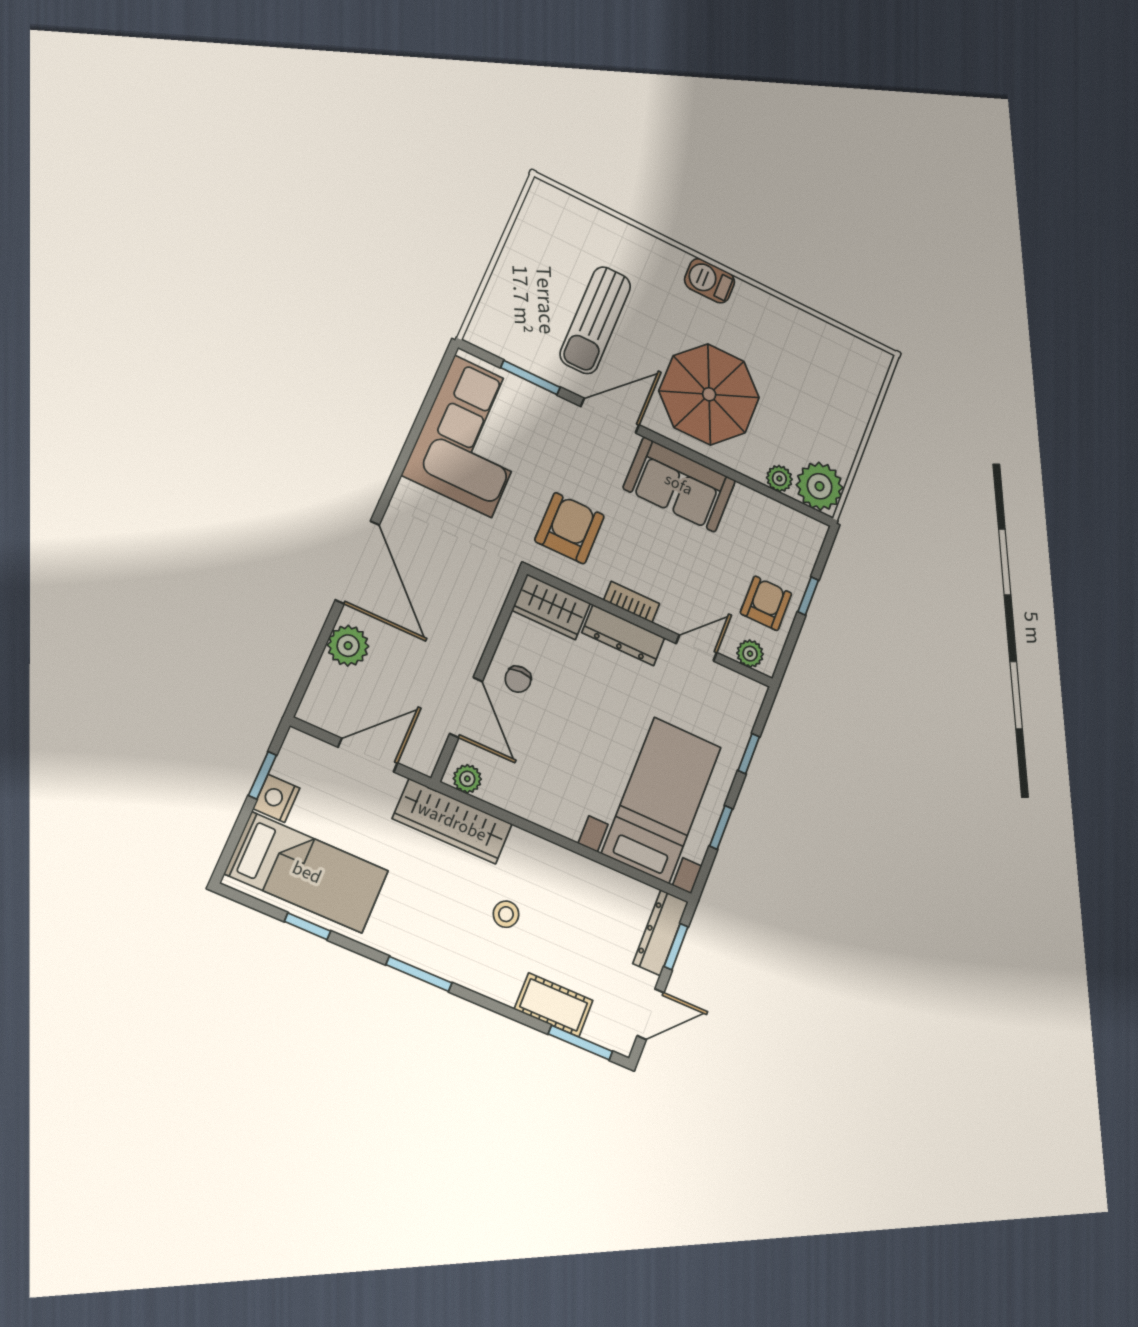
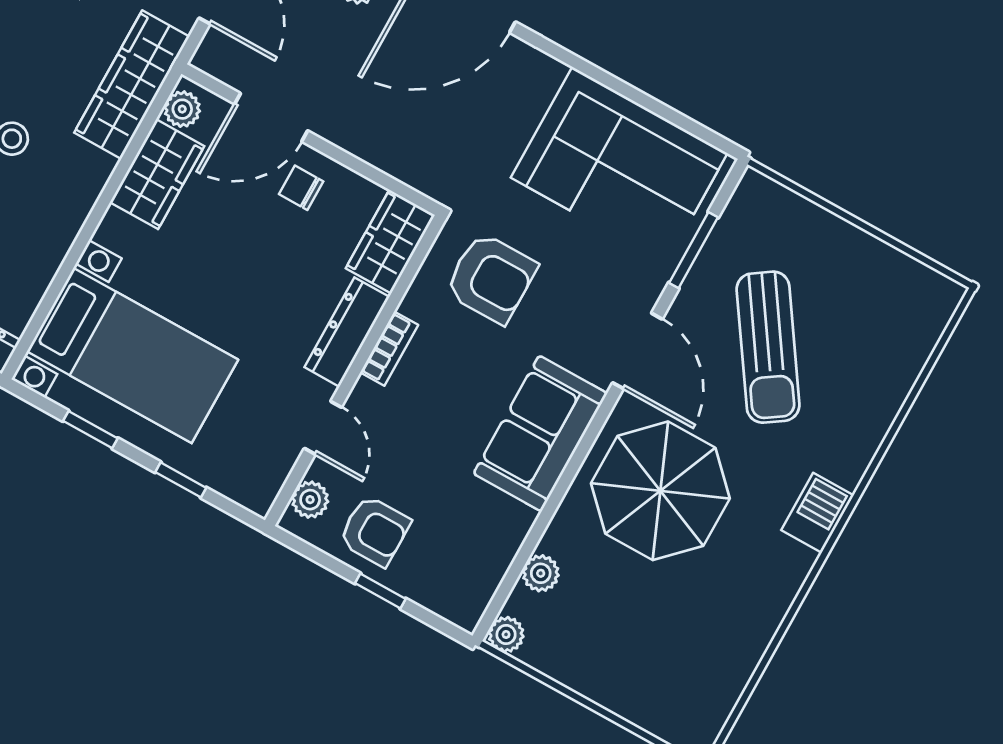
sun lounger: (595, 320) -> (768, 347), turned -124
plant: (820, 486) -> (506, 634), width x0.53, depth x0.53
wardrobe: (521, 794) -> (157, 174), added

